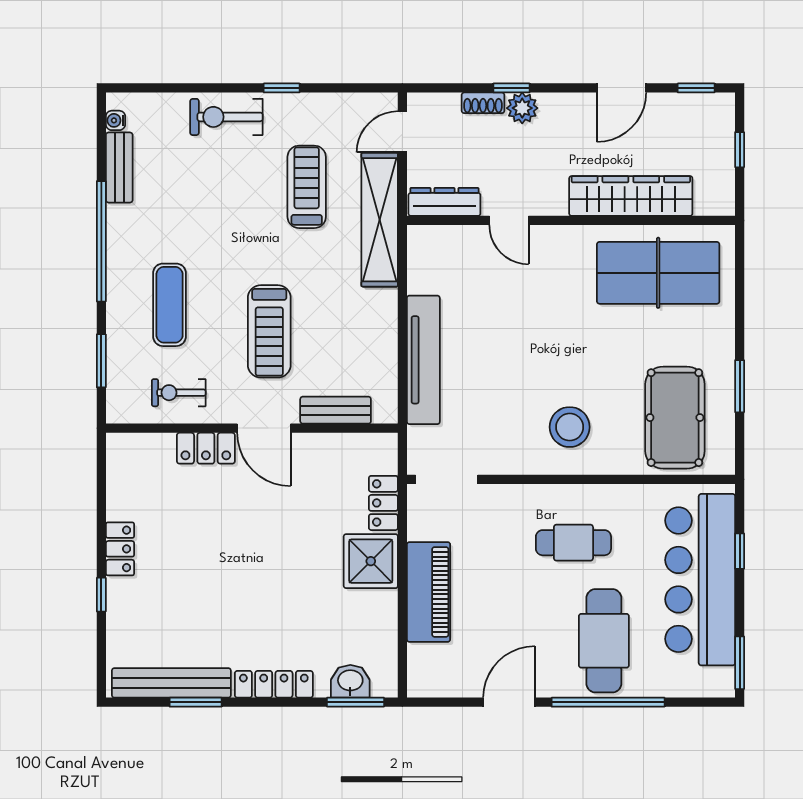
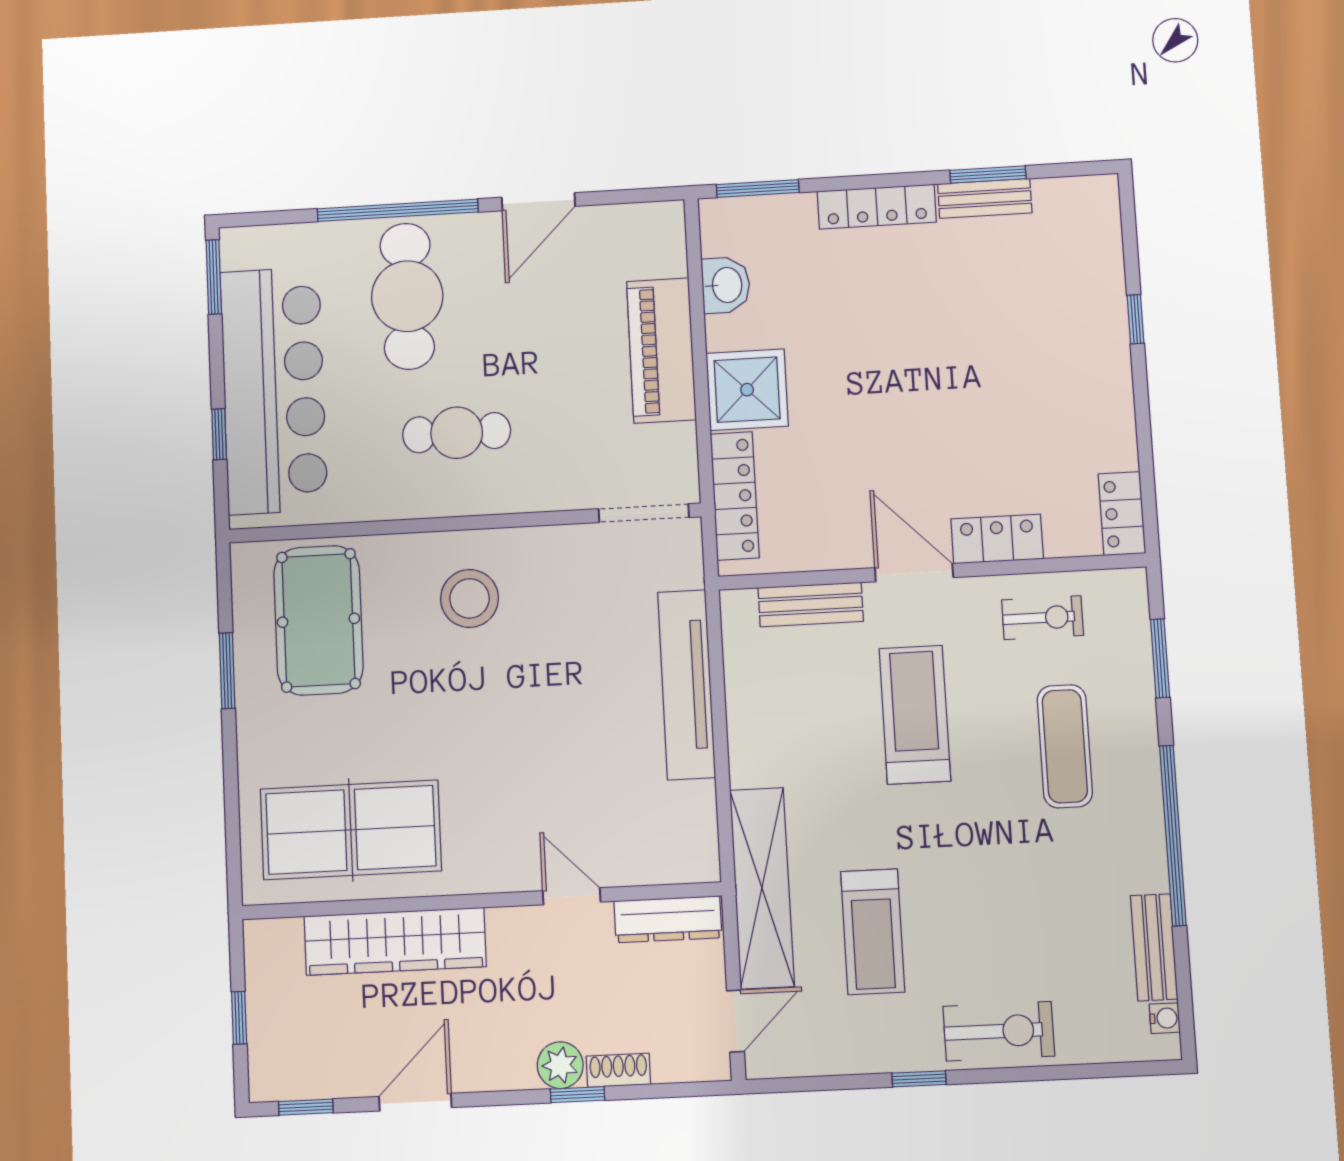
locker: (383, 503) -> (735, 496), width x1.53
locker: (120, 549) -> (1122, 514), moved
washbasin: (350, 681) -> (726, 285), moved, turned -90
bench: (171, 683) -> (985, 198), width x0.54, depth x0.82

